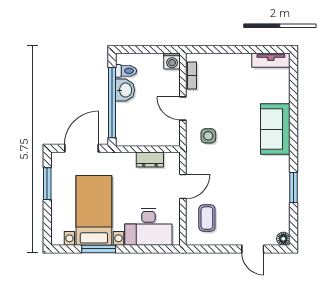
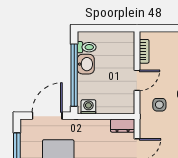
washing machine: (172, 61) -> (88, 107), moved, turned 180
door: (183, 108) -> (137, 80), swing flipped
dresser: (150, 159) -> (123, 126), moved

